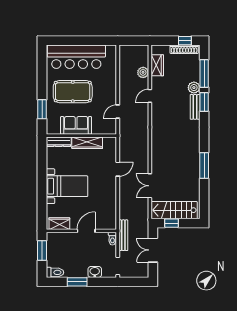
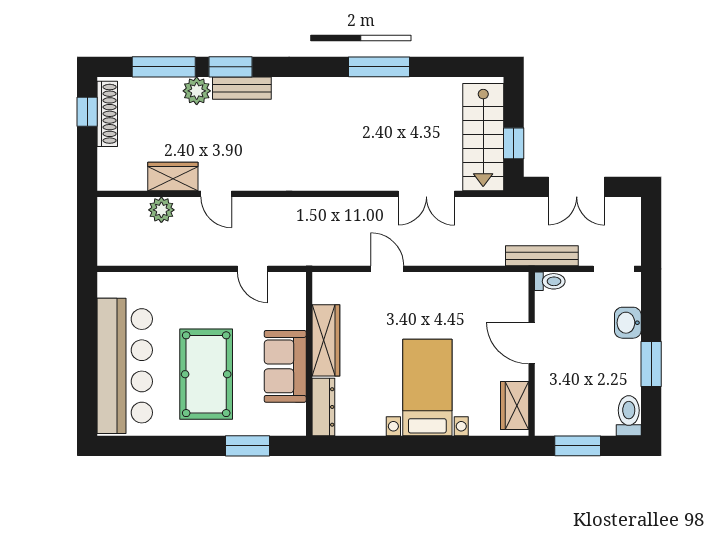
wardrobe: (157, 65) -> (173, 176), moved

